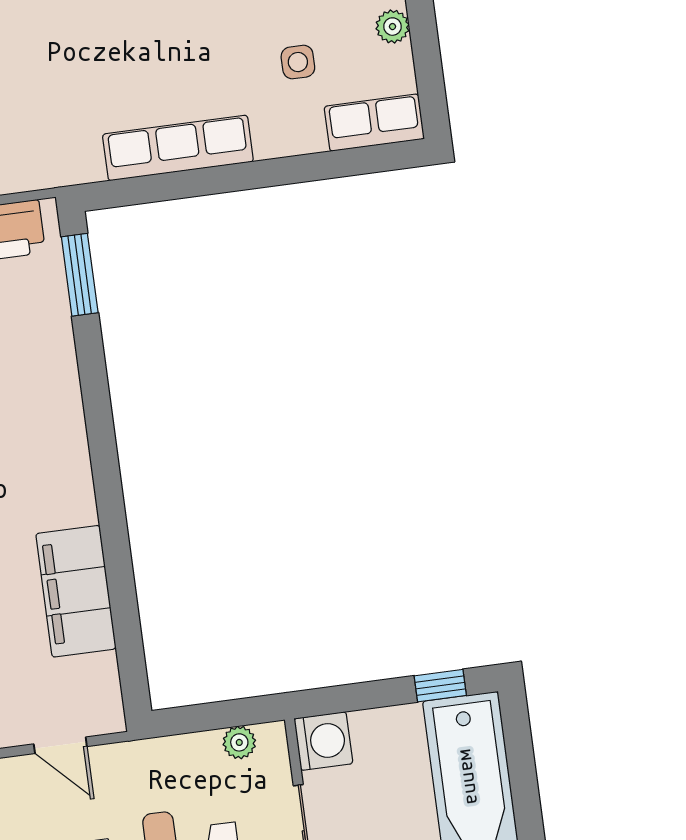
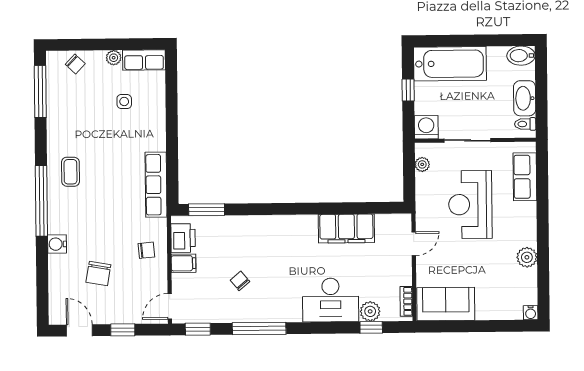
row of seats: (374, 123) -> (144, 60), moved, turned -90
row of seats: (178, 148) -> (156, 185), moved
window: (440, 686) -> (408, 90), moved

